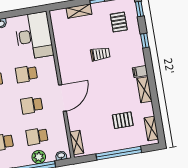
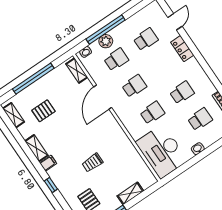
window: (145, 41) -> (51, 185), moved
door: (63, 98) -> (103, 97), moved

